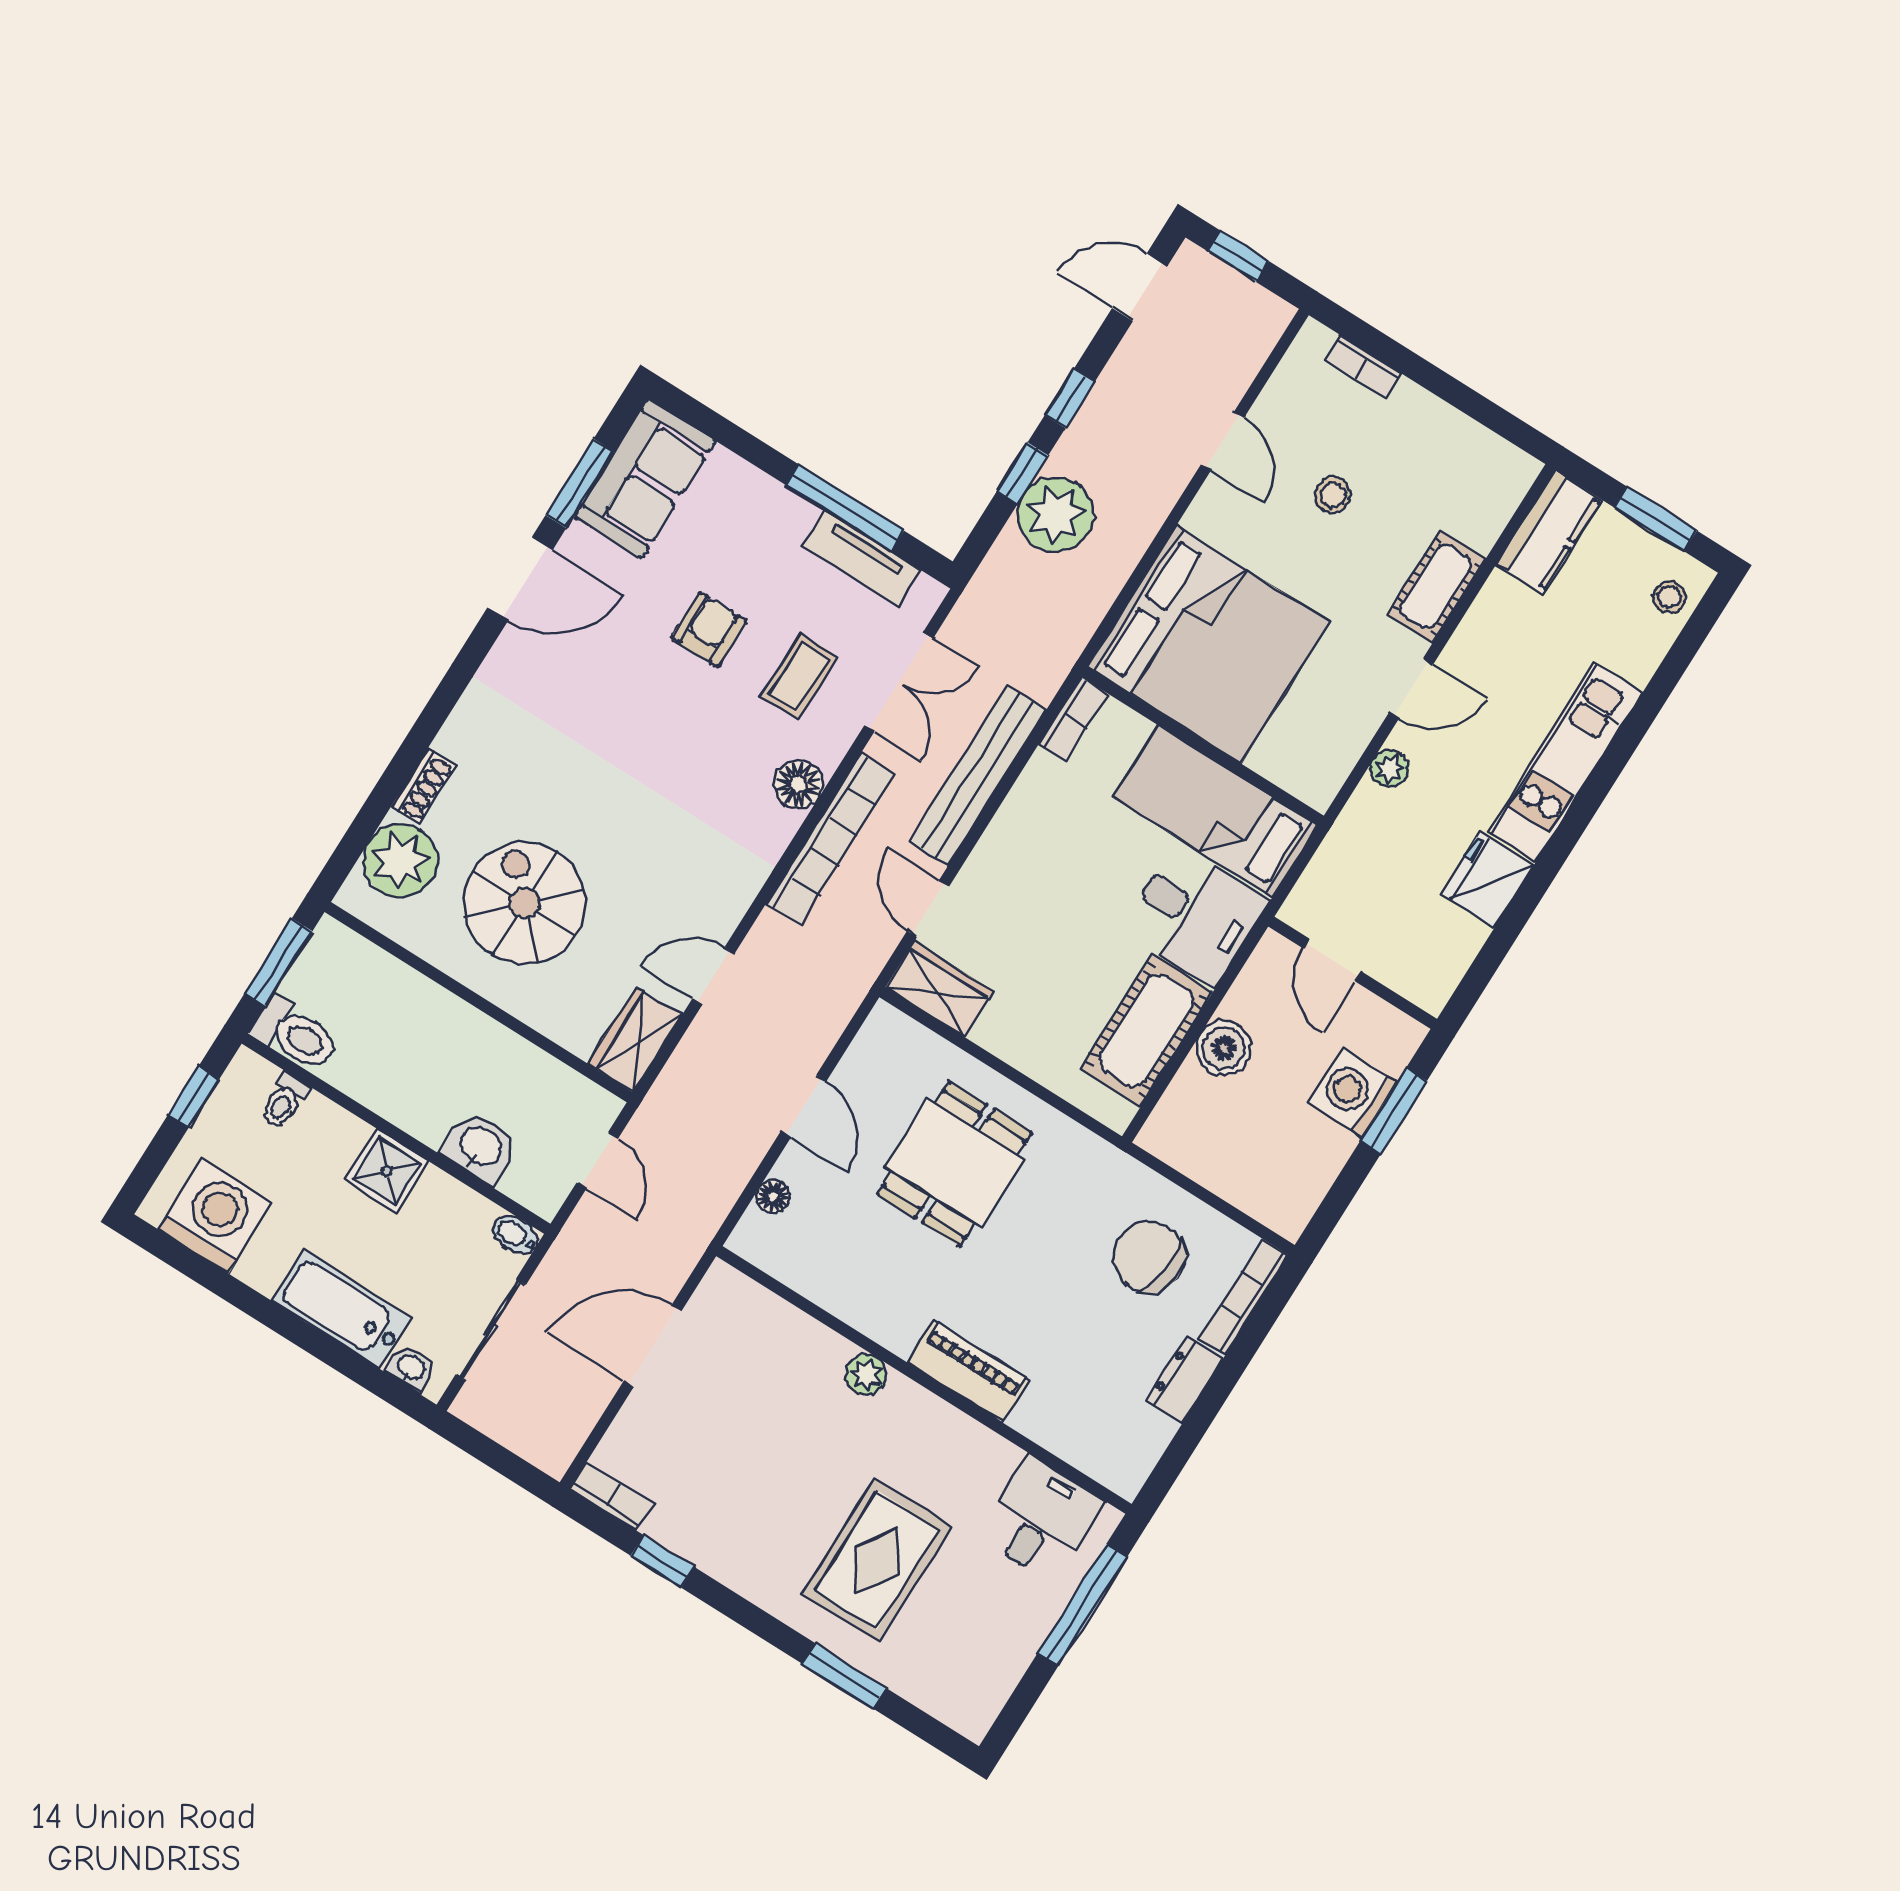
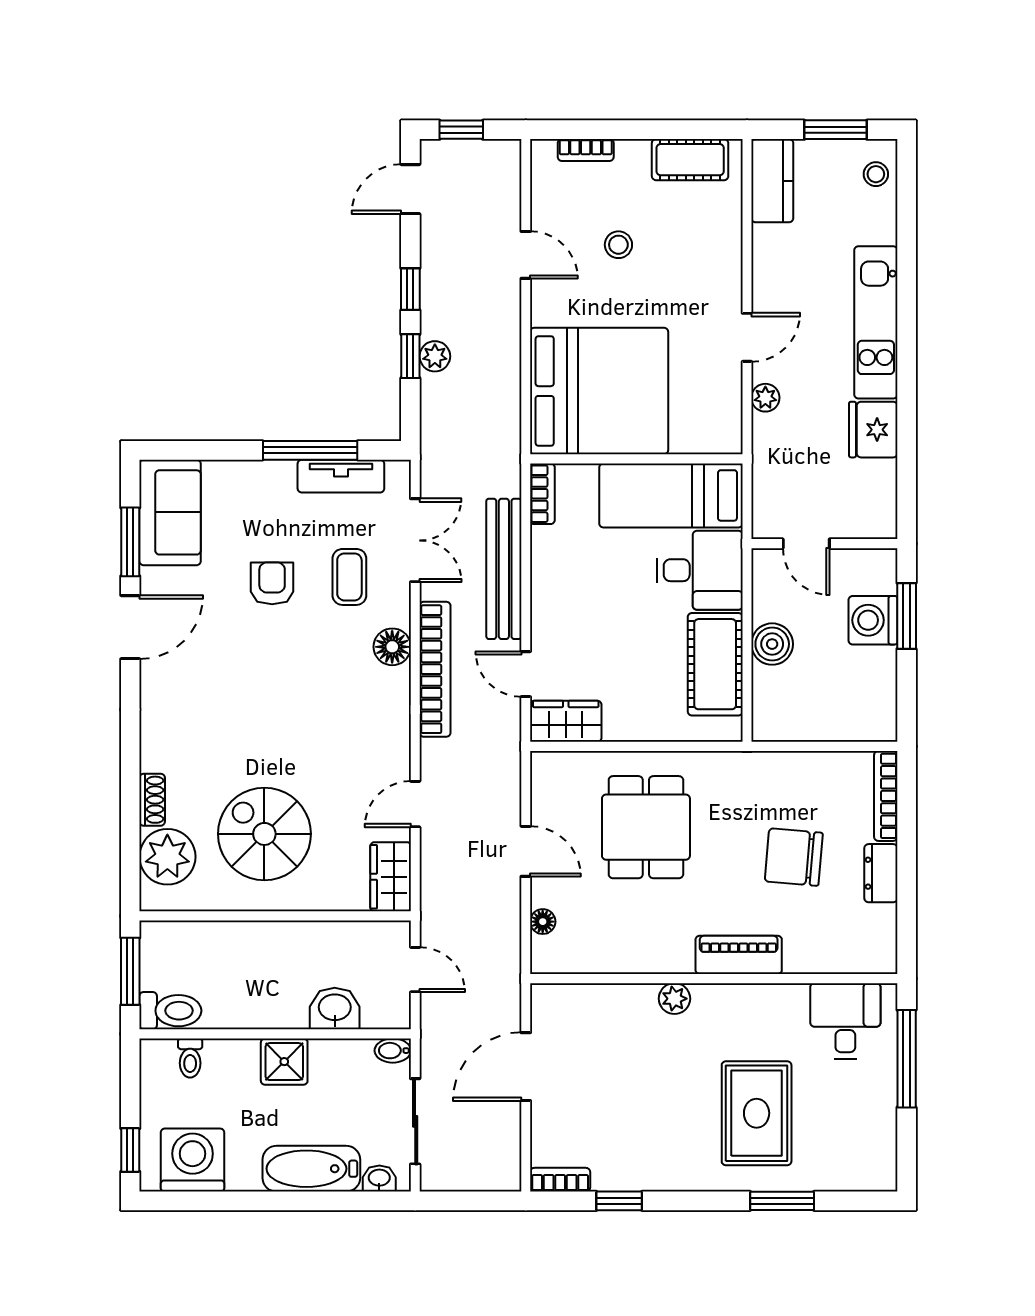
plant: (1055, 515) -> (435, 356), width x0.53, depth x0.53
cot: (1436, 587) -> (690, 160), moved, turned 90
window: (194, 1097) -> (130, 1150), moved
chair: (1149, 1257) -> (794, 857), moved

